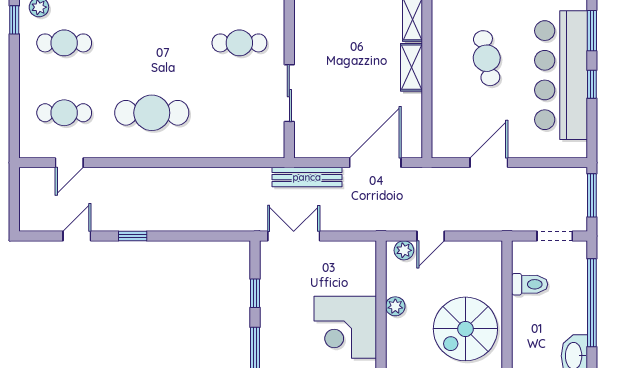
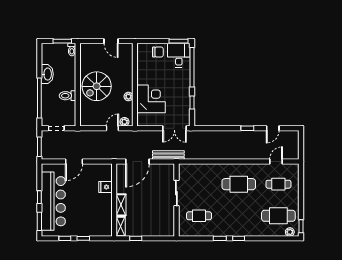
cafe table: (64, 43) -> (278, 216), width x1.37, depth x1.35
cafe table: (487, 58) -> (87, 209), removed
fridge: (446, 107) -> (105, 187), added
door: (489, 163) -> (74, 162), moved
toilet: (530, 284) -> (68, 96), moved
corner desk: (345, 327) -> (151, 99), moved
spiral stairs: (465, 329) -> (97, 86), turned 180

